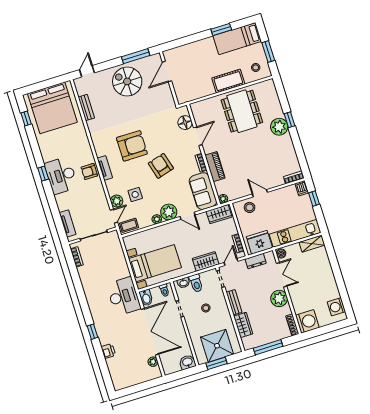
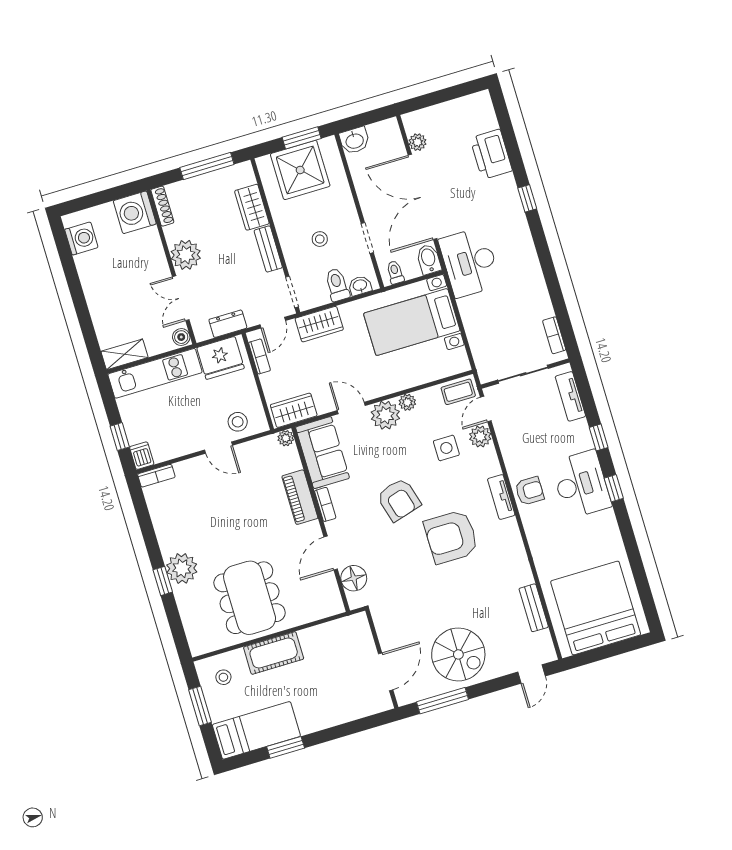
window: (26, 119) -> (599, 437), moved
printer: (108, 351) -> (491, 154), width x1.87, depth x1.48

